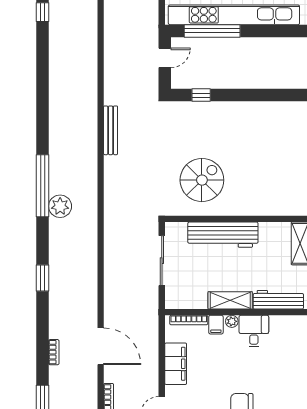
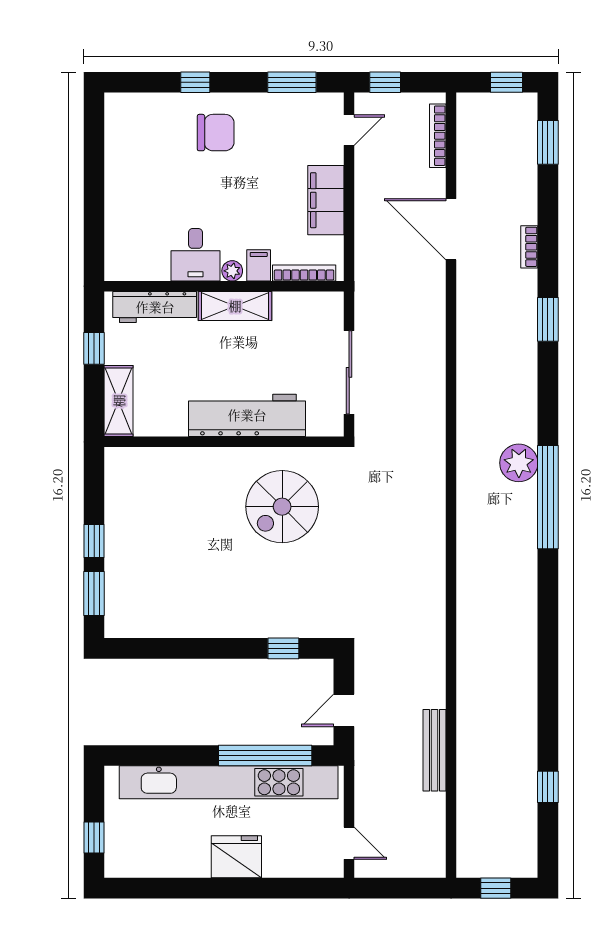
bench: (111, 130) -> (434, 750), moved
window: (43, 278) -> (548, 319), moved
bookcase: (54, 352) -> (529, 247), moved

